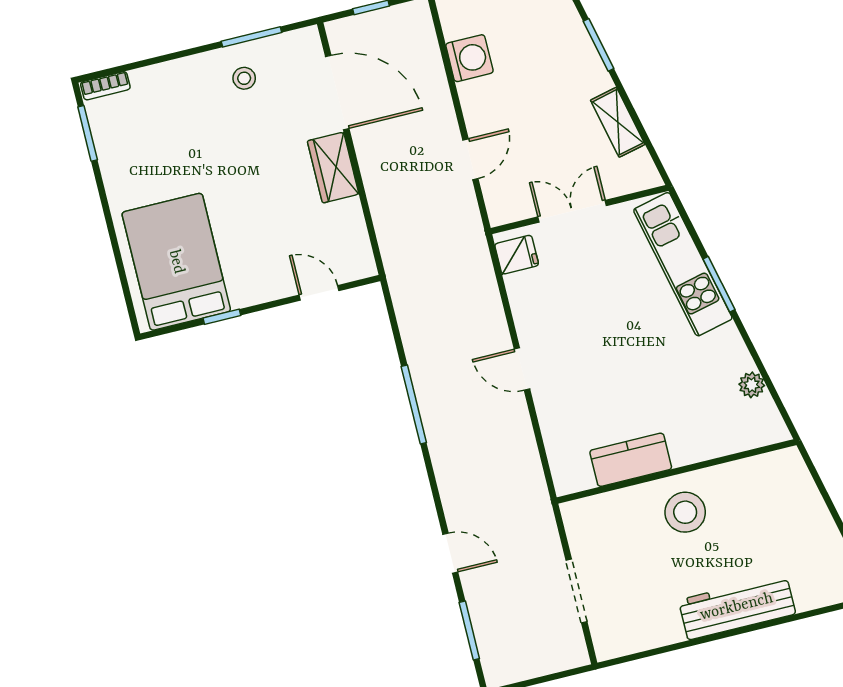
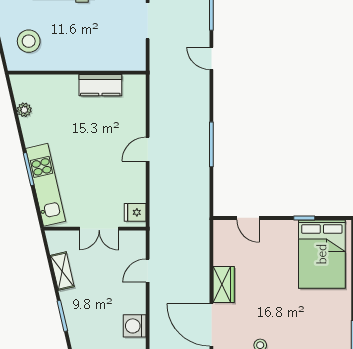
door: (522, 369) -> (148, 149), swing flipped
stool: (685, 512) -> (29, 41), moved

